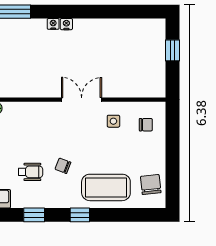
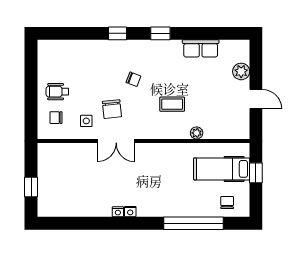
nightstand: (53, 24) -> (118, 212), moved
wheelchair: (30, 172) -> (57, 92), moved
chair: (151, 185) -> (112, 109), moved
coffee table: (106, 187) -> (172, 104), moved, width x0.54, depth x0.58

